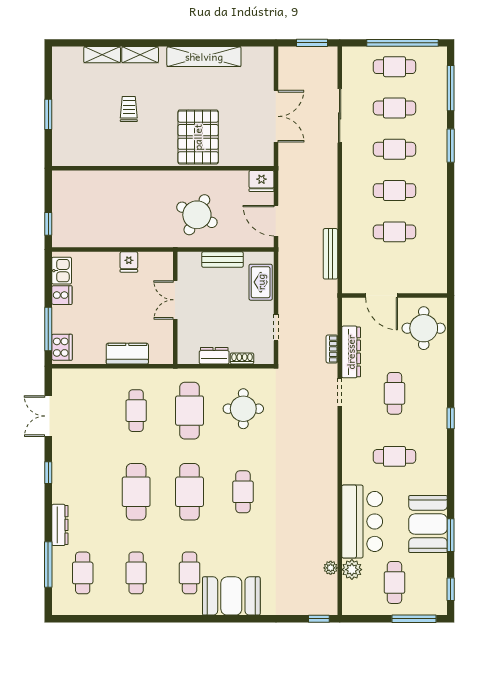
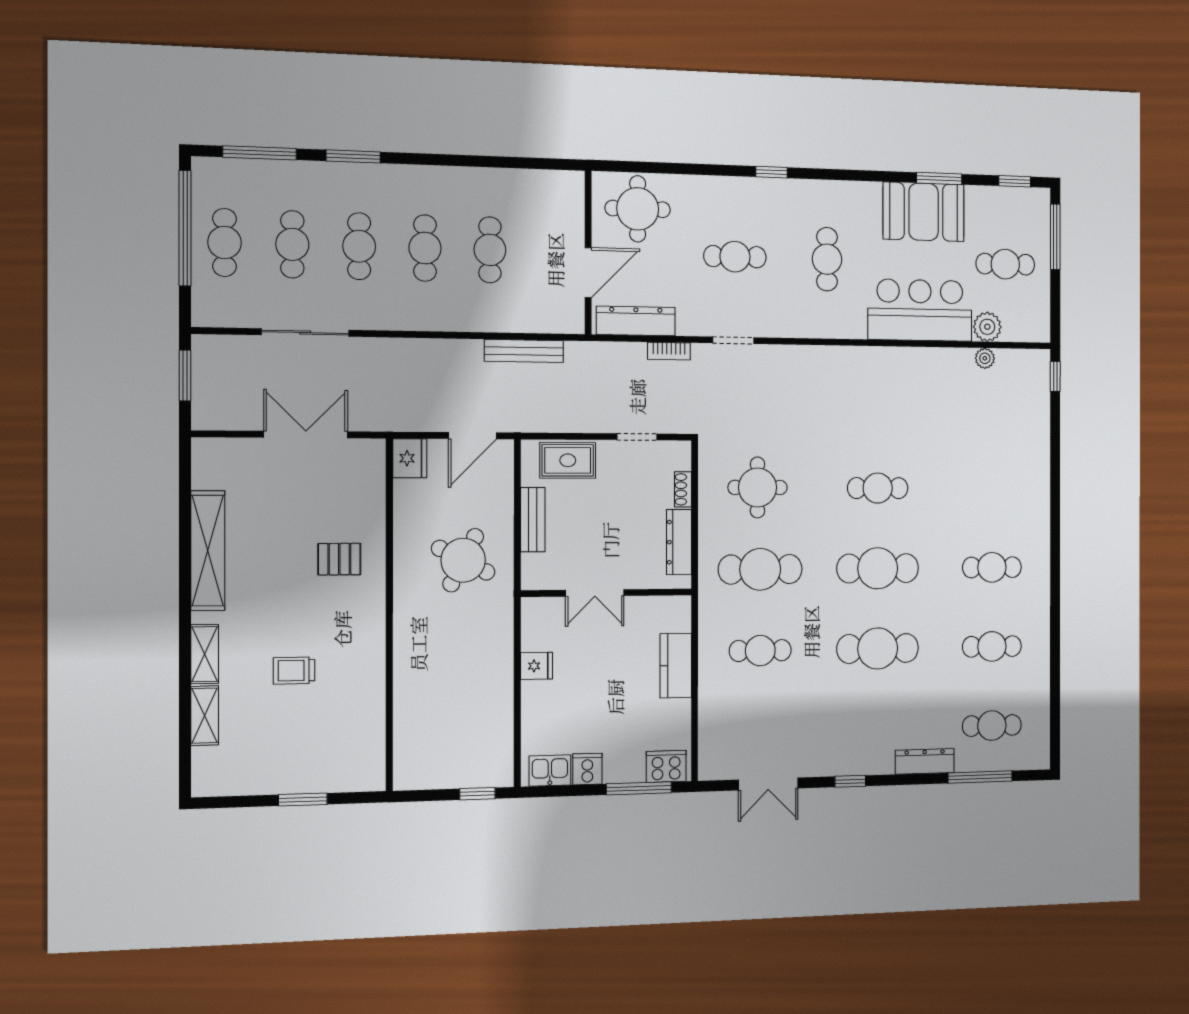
pallet: (198, 137) -> (339, 559), width x0.49, depth x0.50
dresser: (351, 352) -> (636, 321), moved
dresser: (214, 356) -> (679, 542), width x1.44
booth: (231, 596) -> (1024, 505), removed

